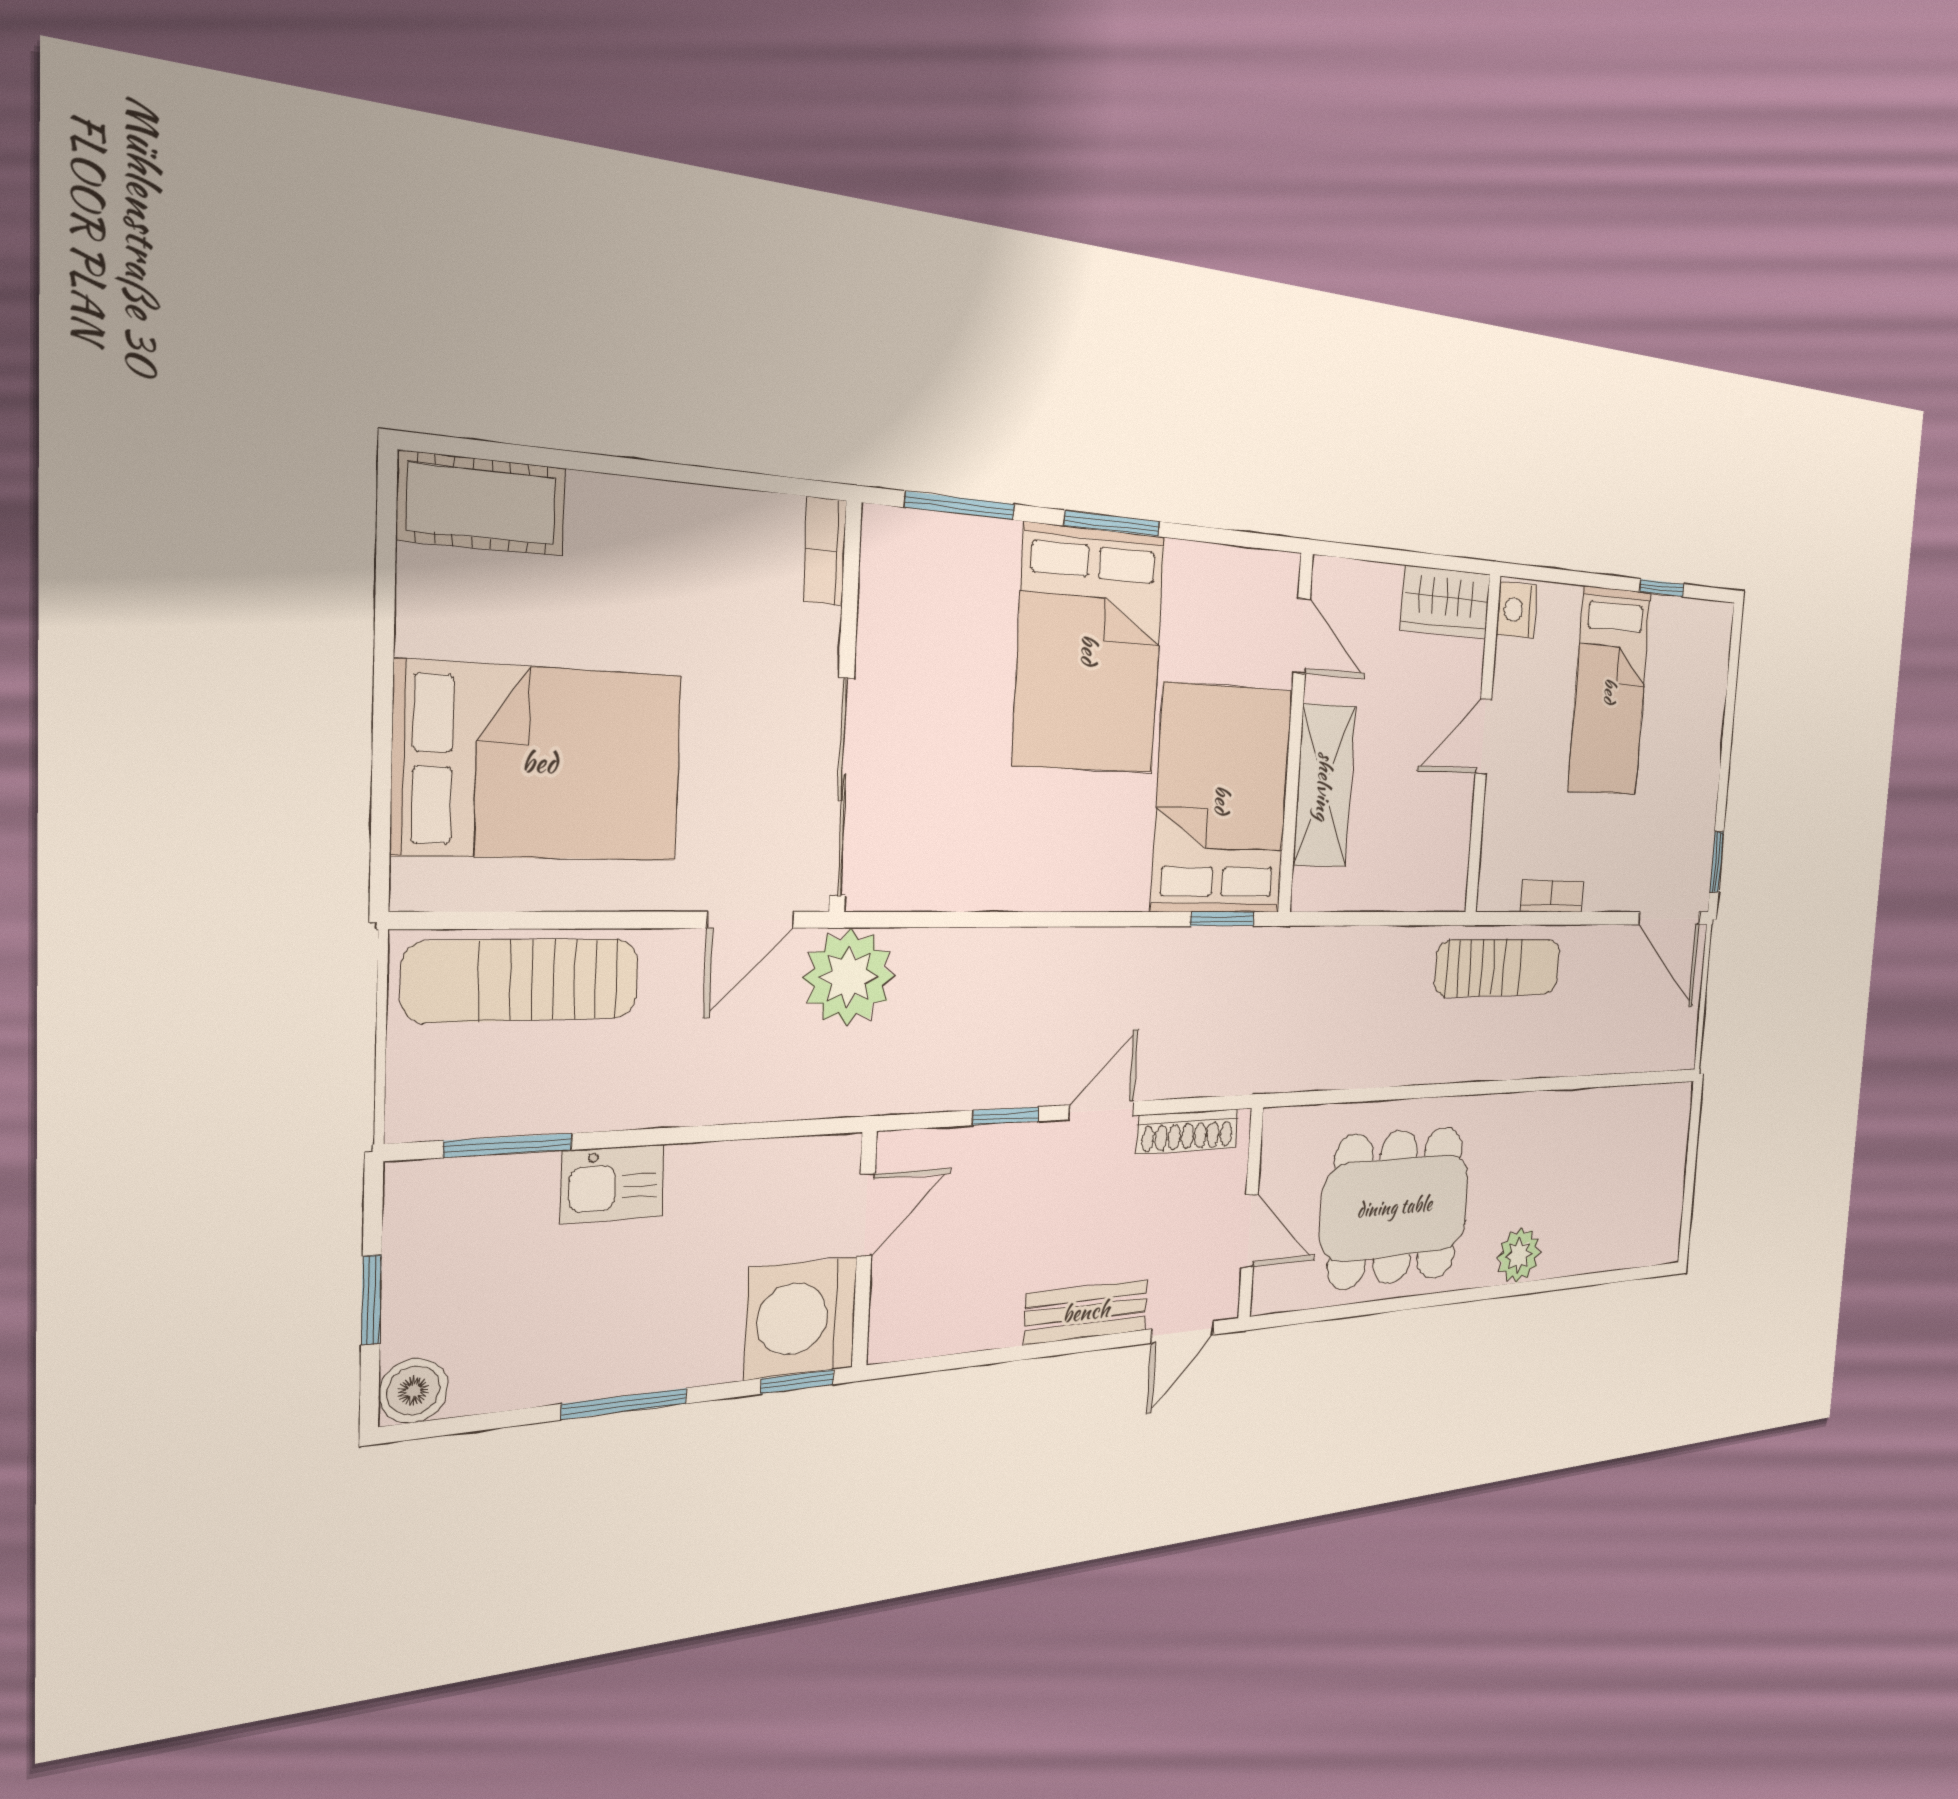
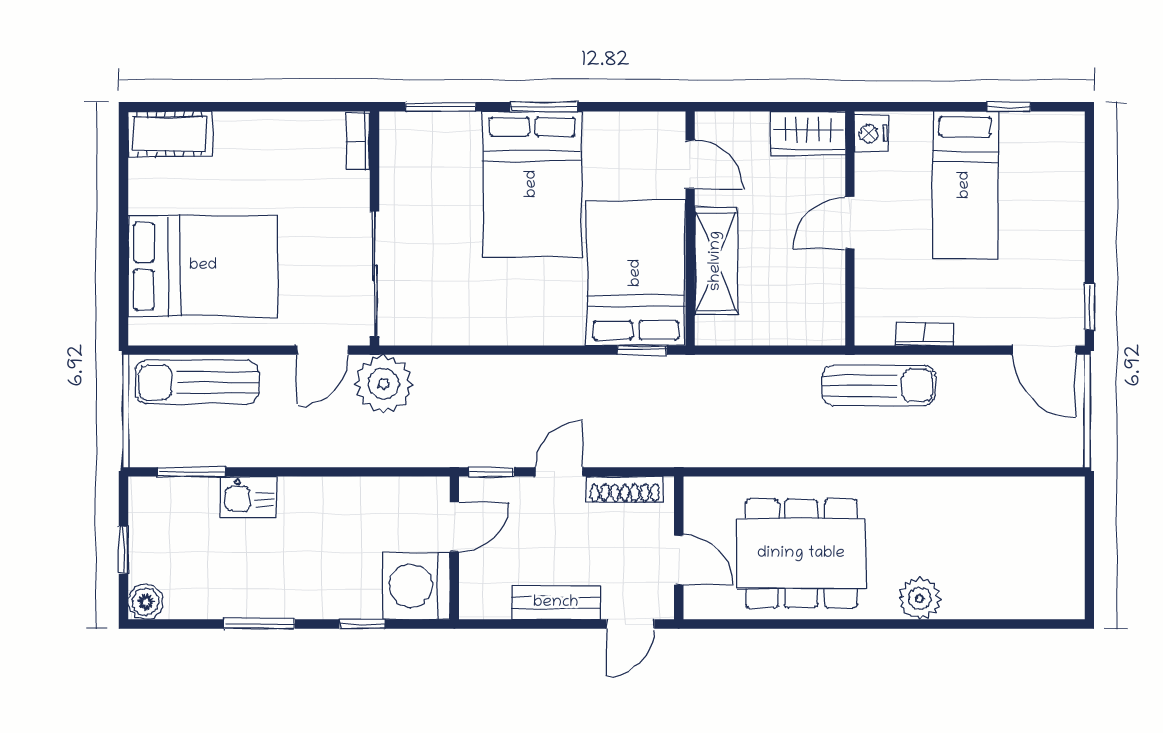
door: (866, 1215) -> (454, 527), moved
wall: (864, 1250) -> (454, 548), moved
washing machine: (801, 1318) -> (416, 586), moved

